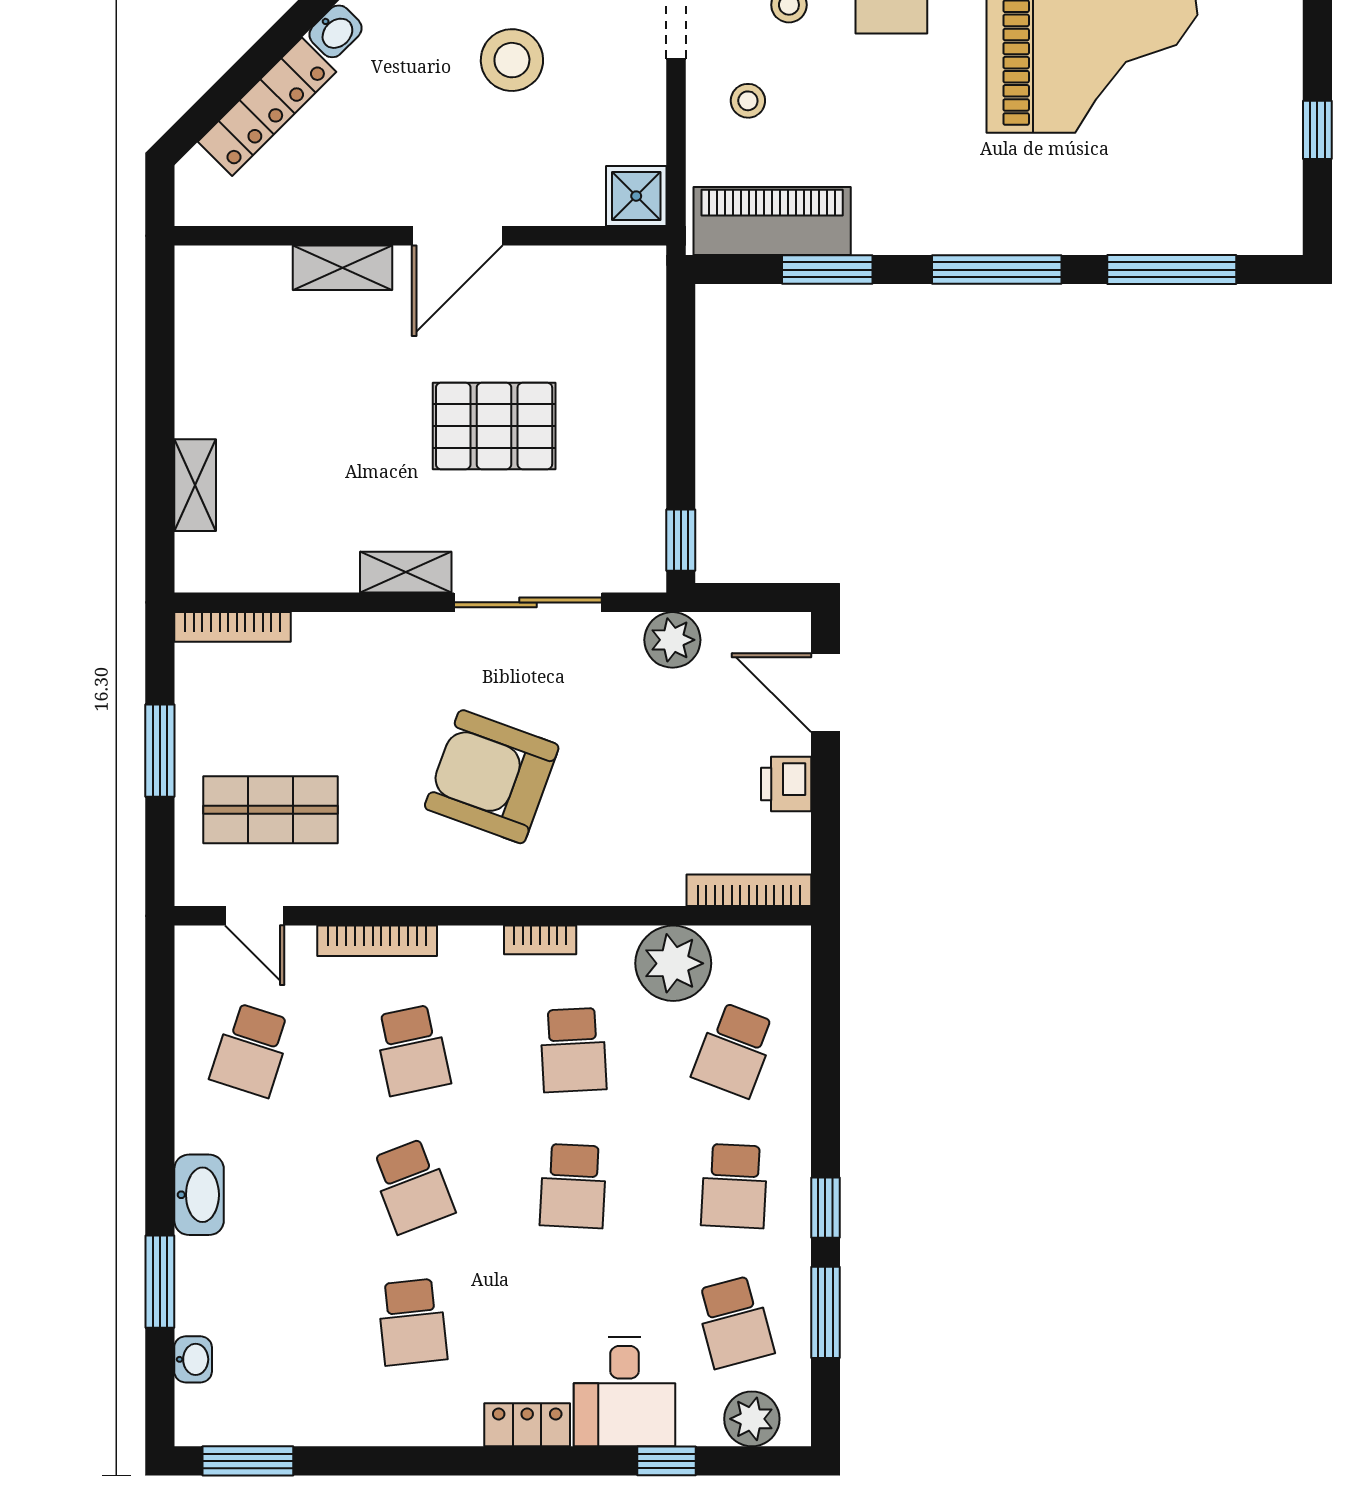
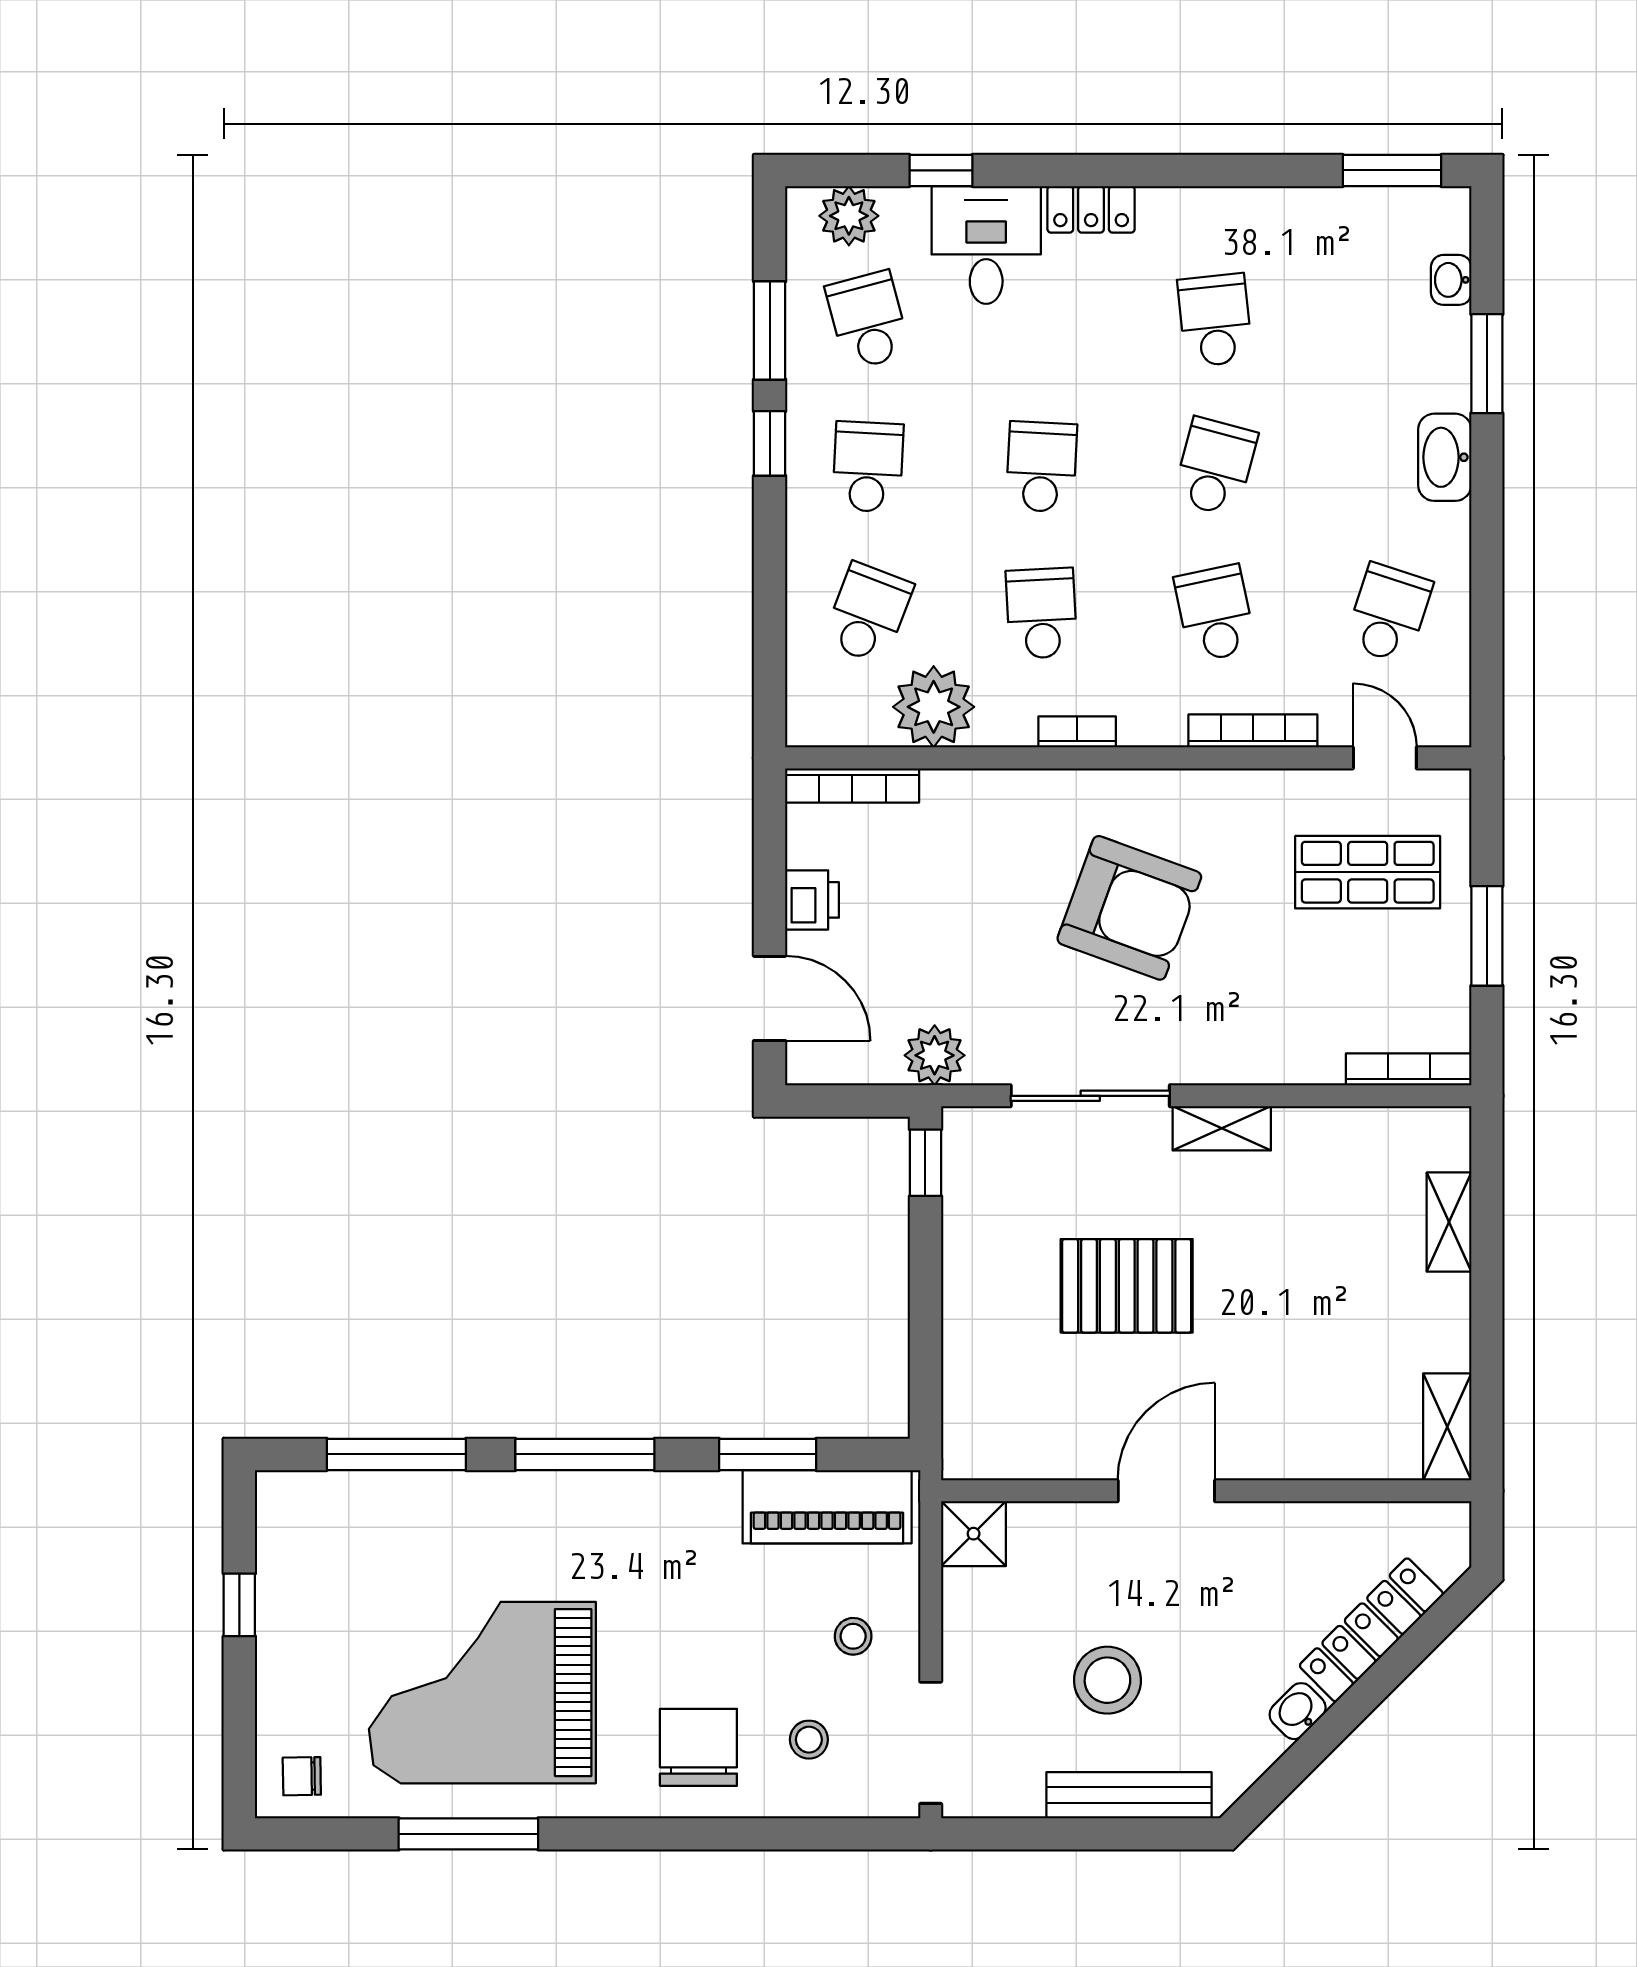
shelving: (343, 268) -> (1447, 1427), moved, turned 90
school desk: (412, 1186) -> (1215, 467), turned 36

